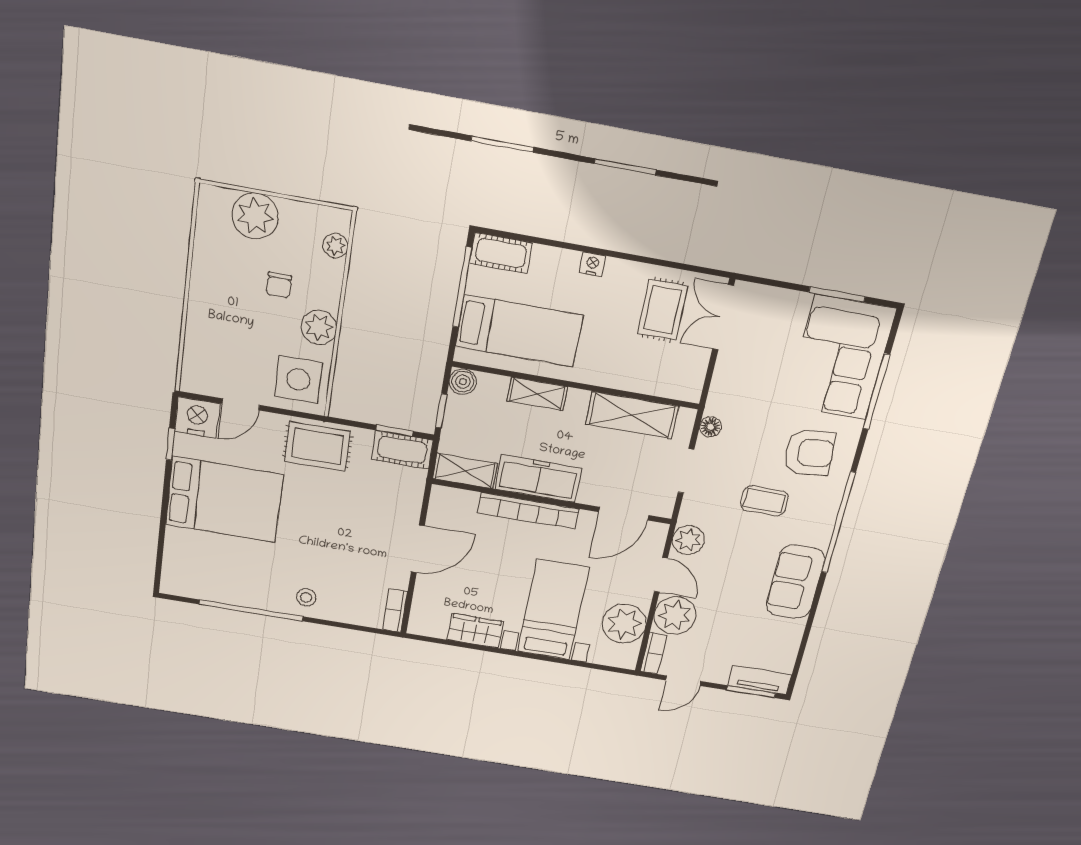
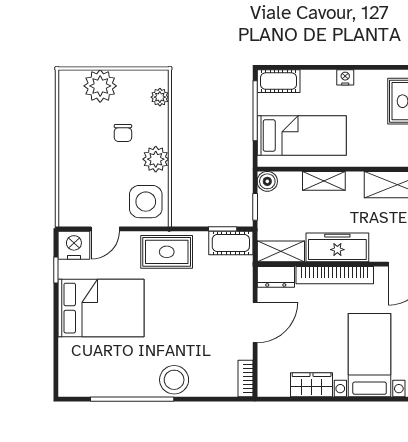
dresser: (453, 500) -> (276, 277), added
stool: (306, 597) -> (174, 380), width x1.89, depth x1.89

